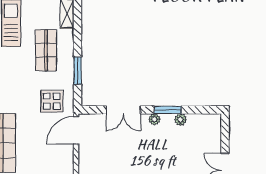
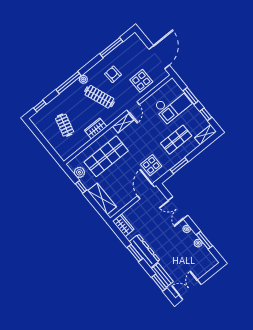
window: (168, 110) -> (204, 240), moved
door: (76, 130) -> (146, 191), hinge flipped

